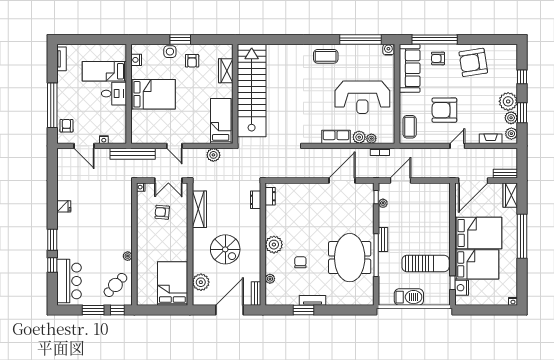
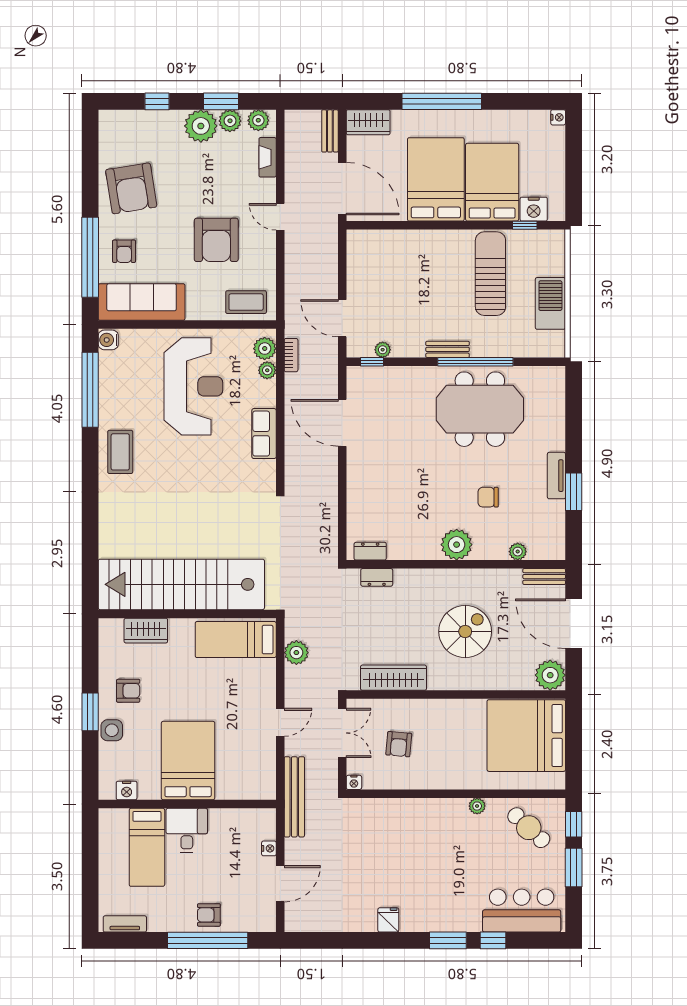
armchair: (66, 126) -> (209, 915), moved
plant: (359, 137) -> (265, 349), moved
plant: (201, 282) -> (550, 675), moved
bed: (172, 284) -> (526, 736), width x1.36

